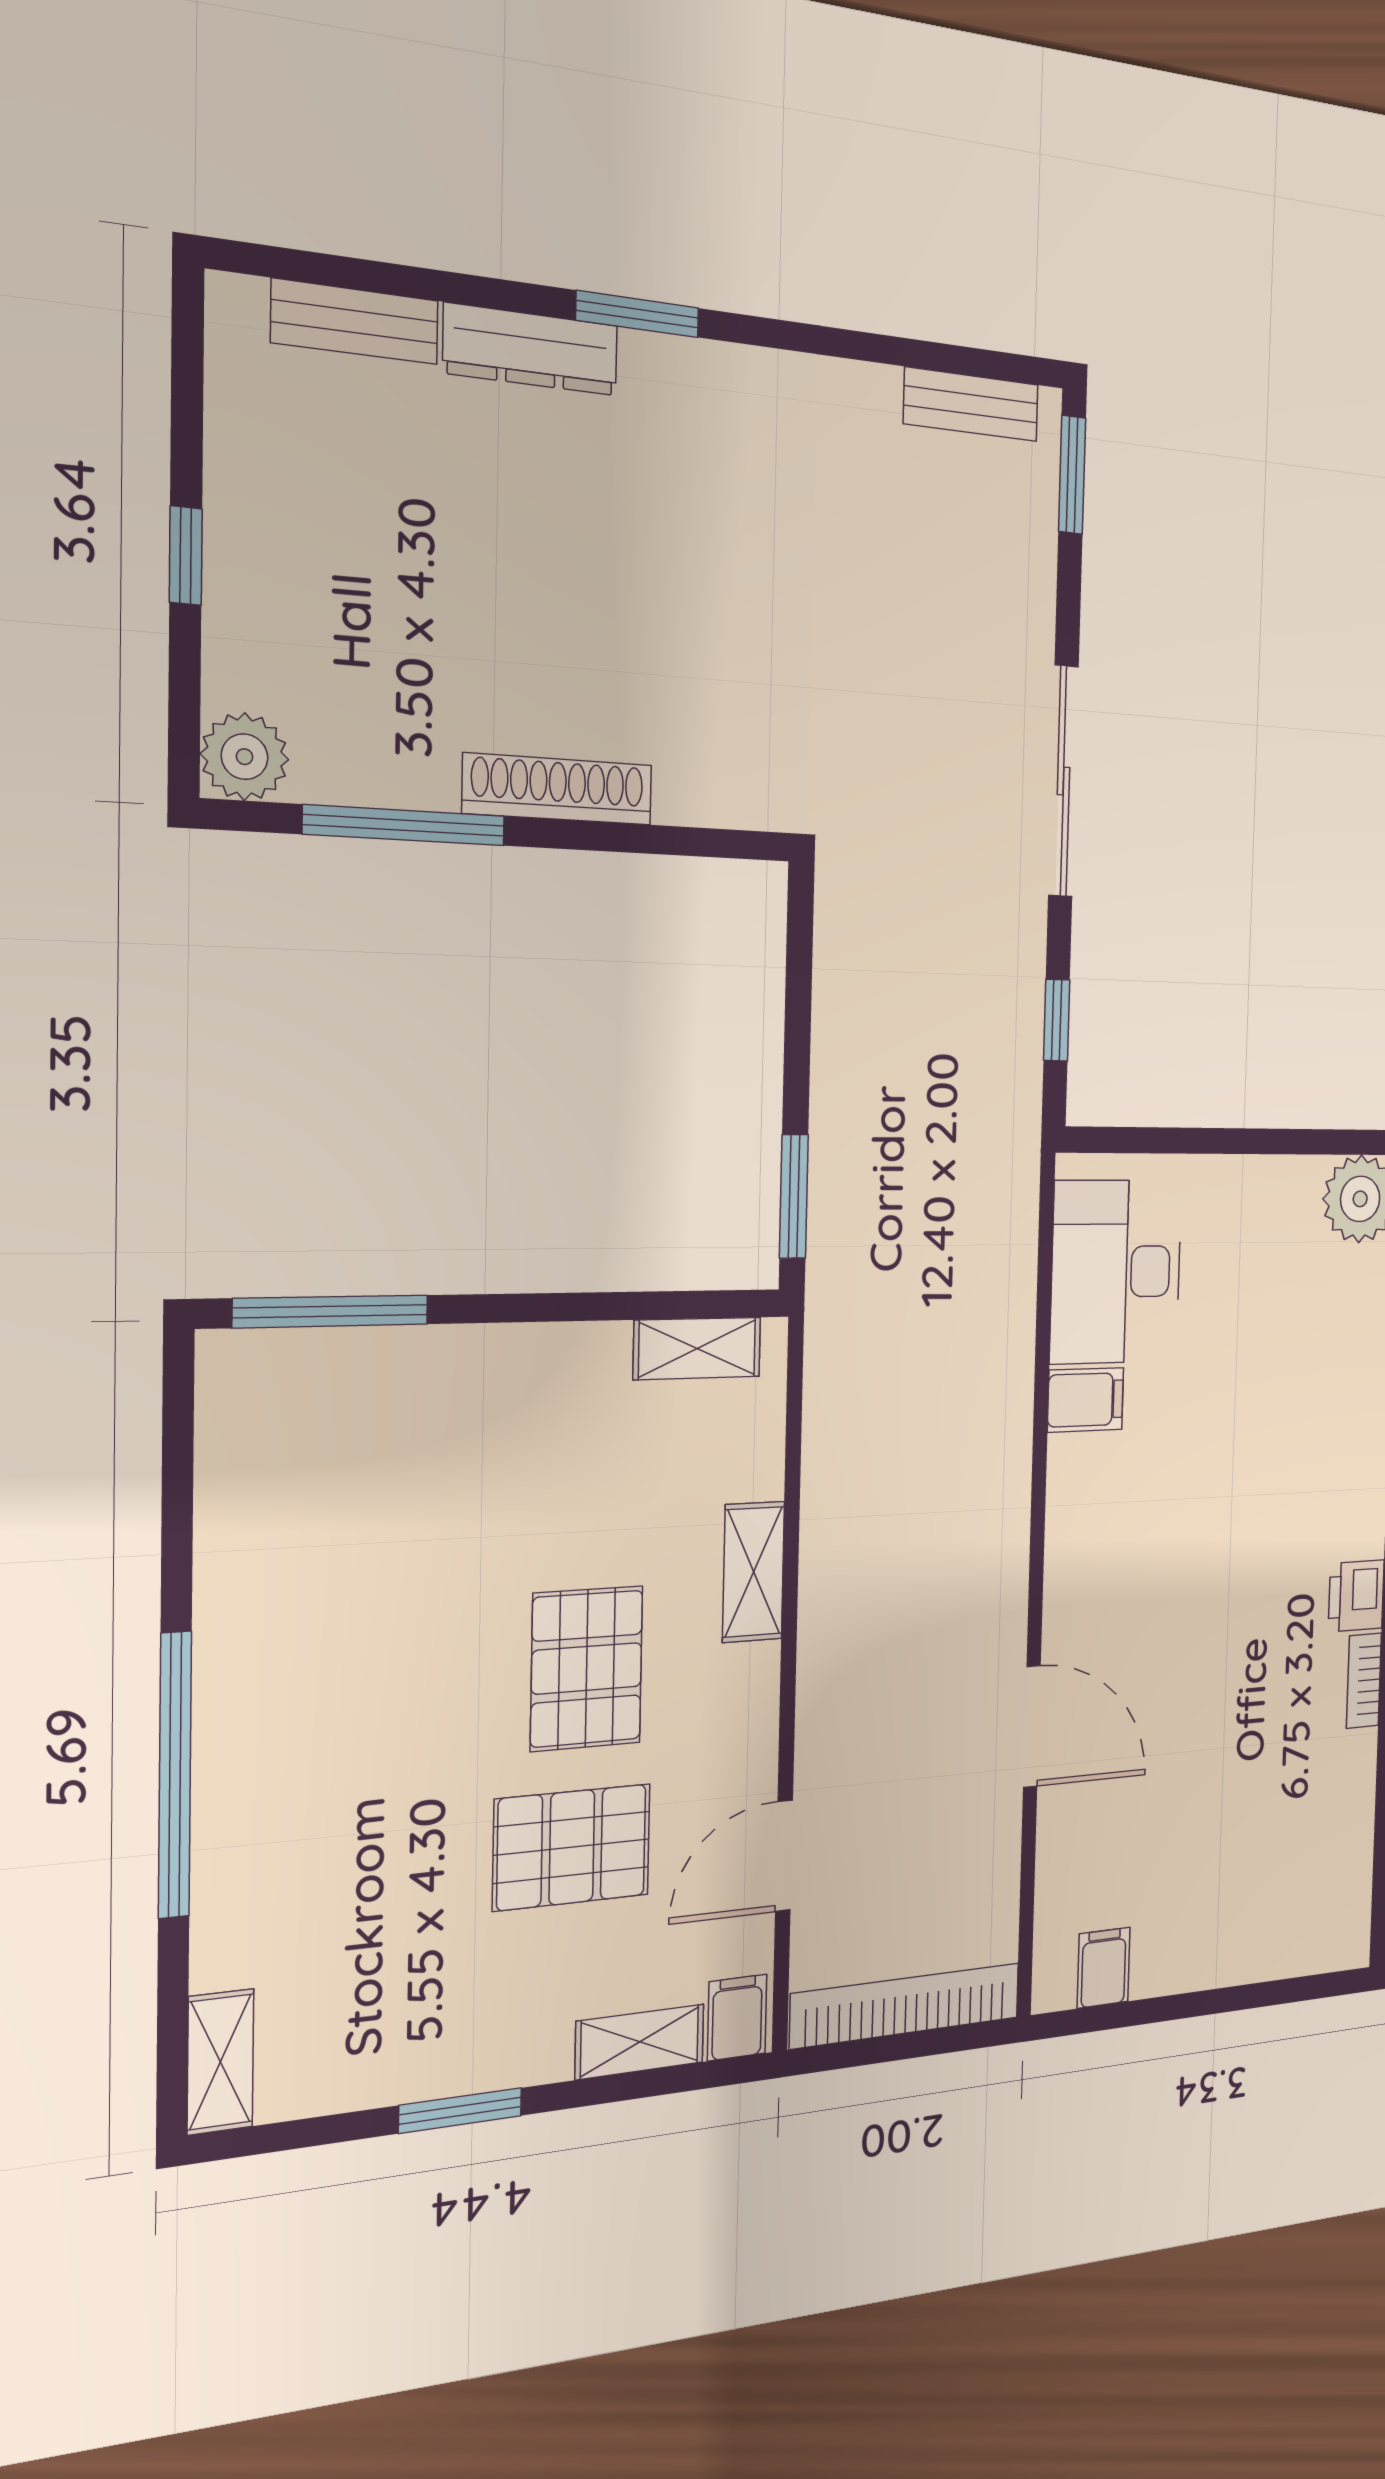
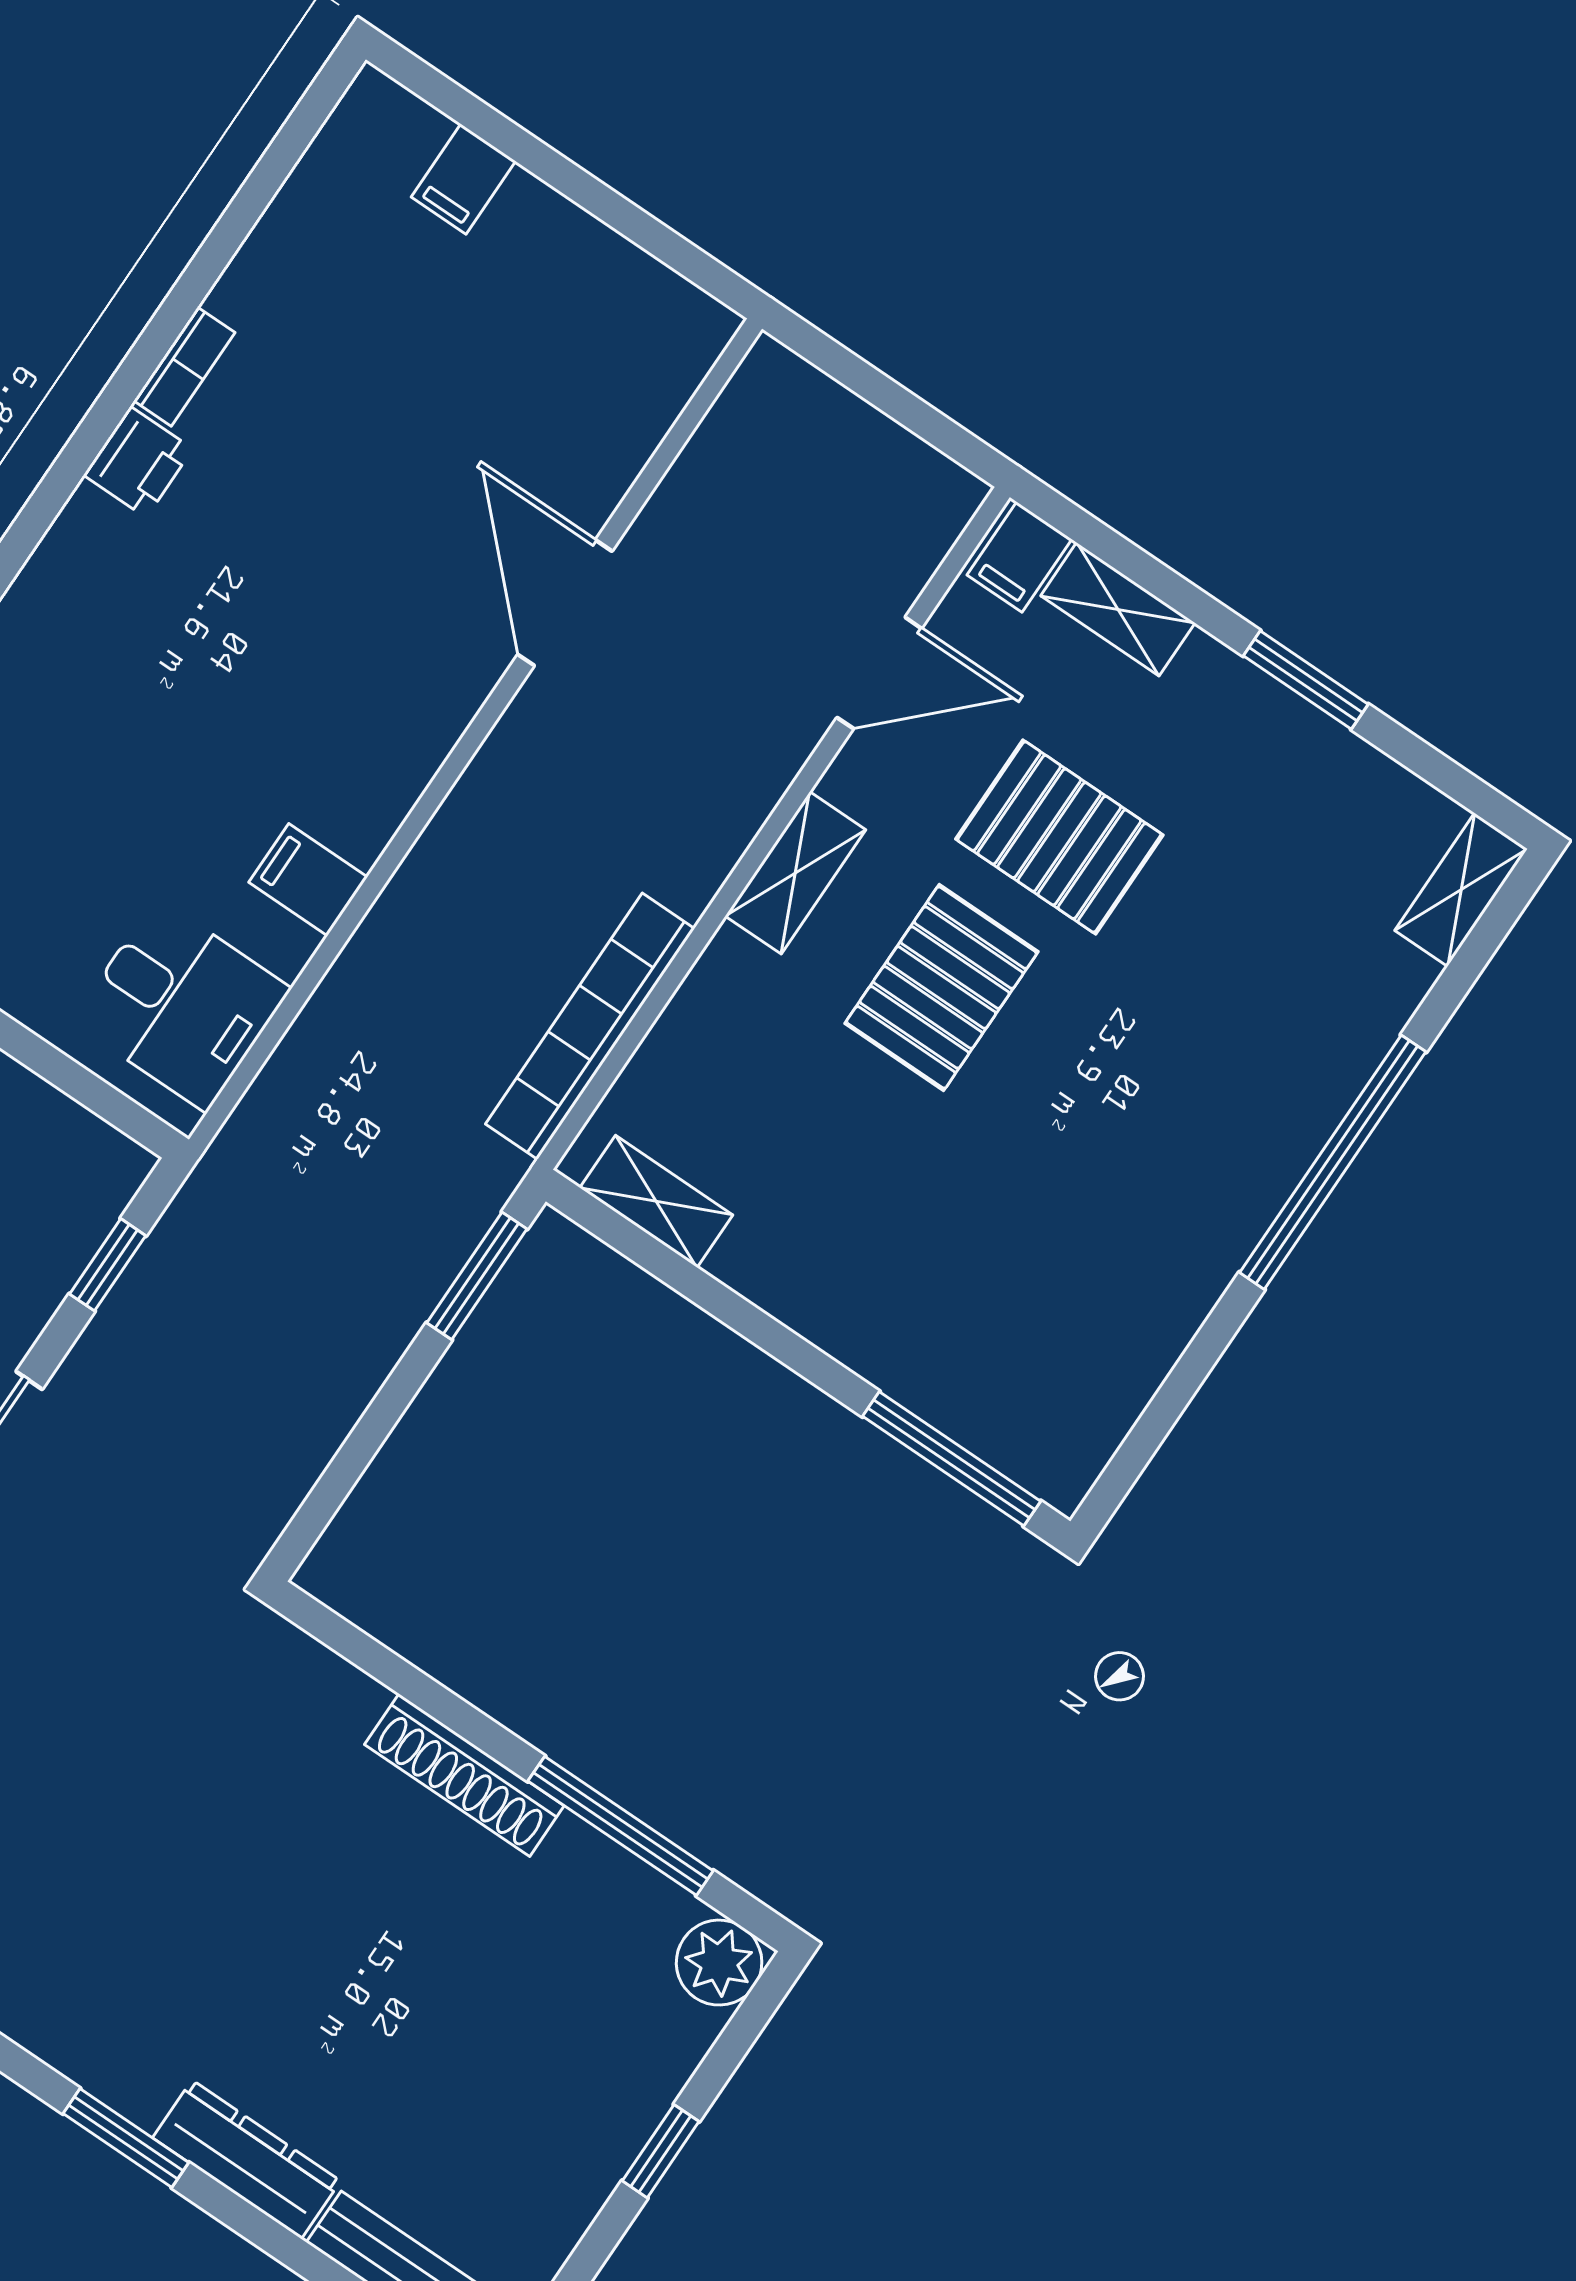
desk: (1116, 1272) -> (181, 1005), width x0.73
shelving: (754, 1572) -> (795, 873), moved
filing cabinet: (1104, 1968) -> (463, 179), moved
bookcase: (906, 2006) -> (590, 1026), moved, turned 90

